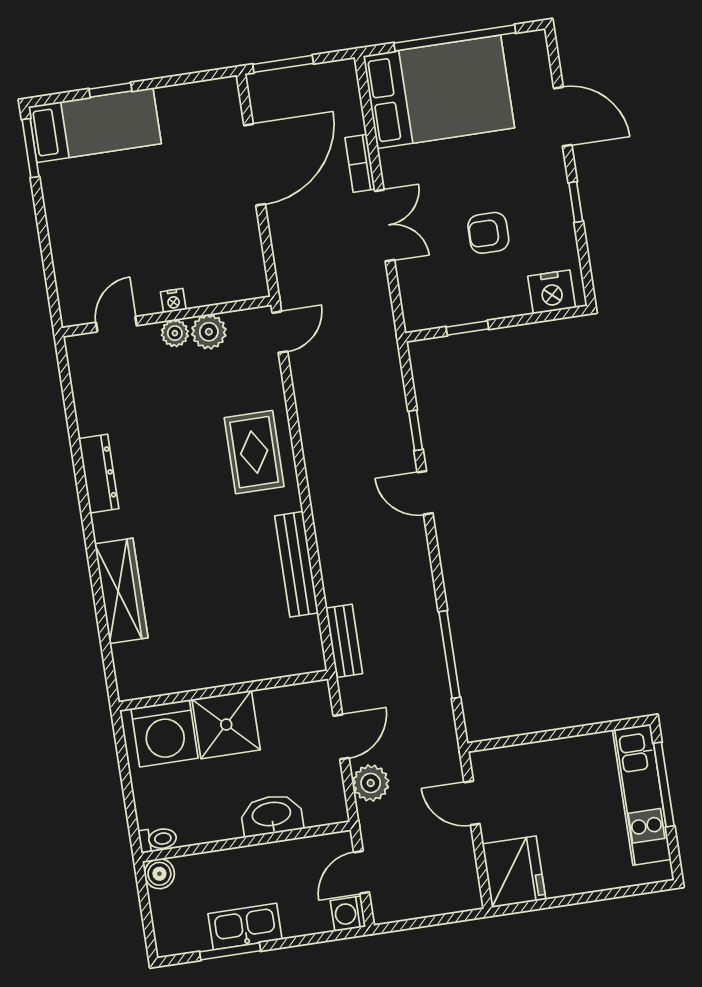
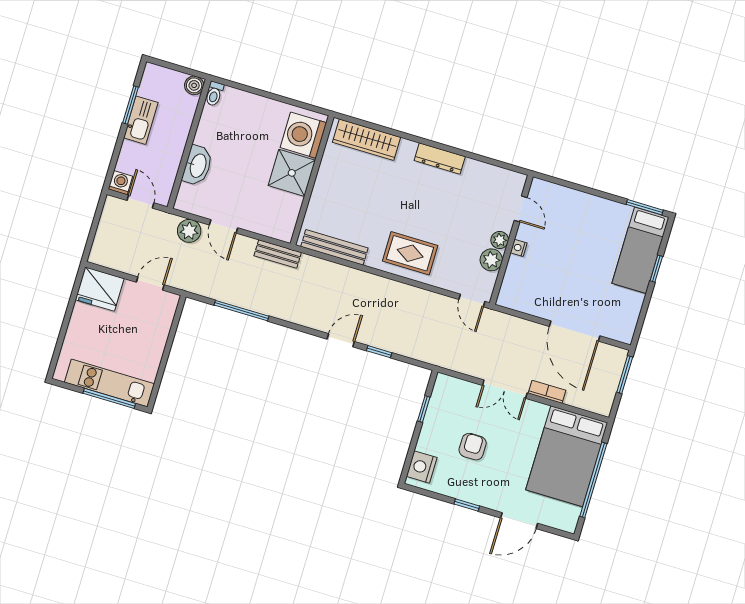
wall: (223, 691) -> (312, 180), moved
shower: (226, 725) -> (292, 173), moved
washing machine: (164, 733) -> (303, 135), moved

